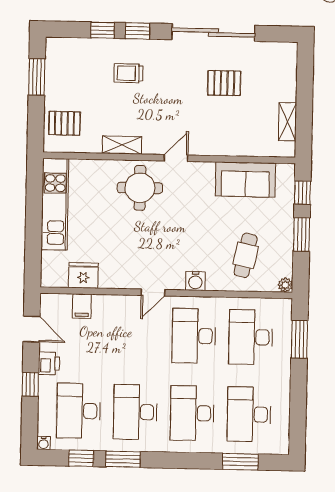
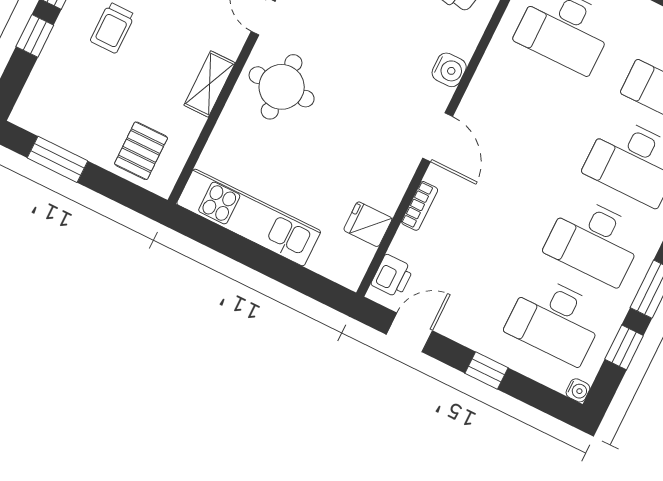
fridge: (83, 275) -> (368, 224), width x0.72
door: (153, 292) -> (438, 137), width x1.37
bookcase: (108, 301) -> (420, 206), added
filing cabinet: (82, 306) -> (410, 246), removed
desk: (194, 336) -> (526, 108), removed
printer: (49, 363) -> (392, 276), moved, turned 90

